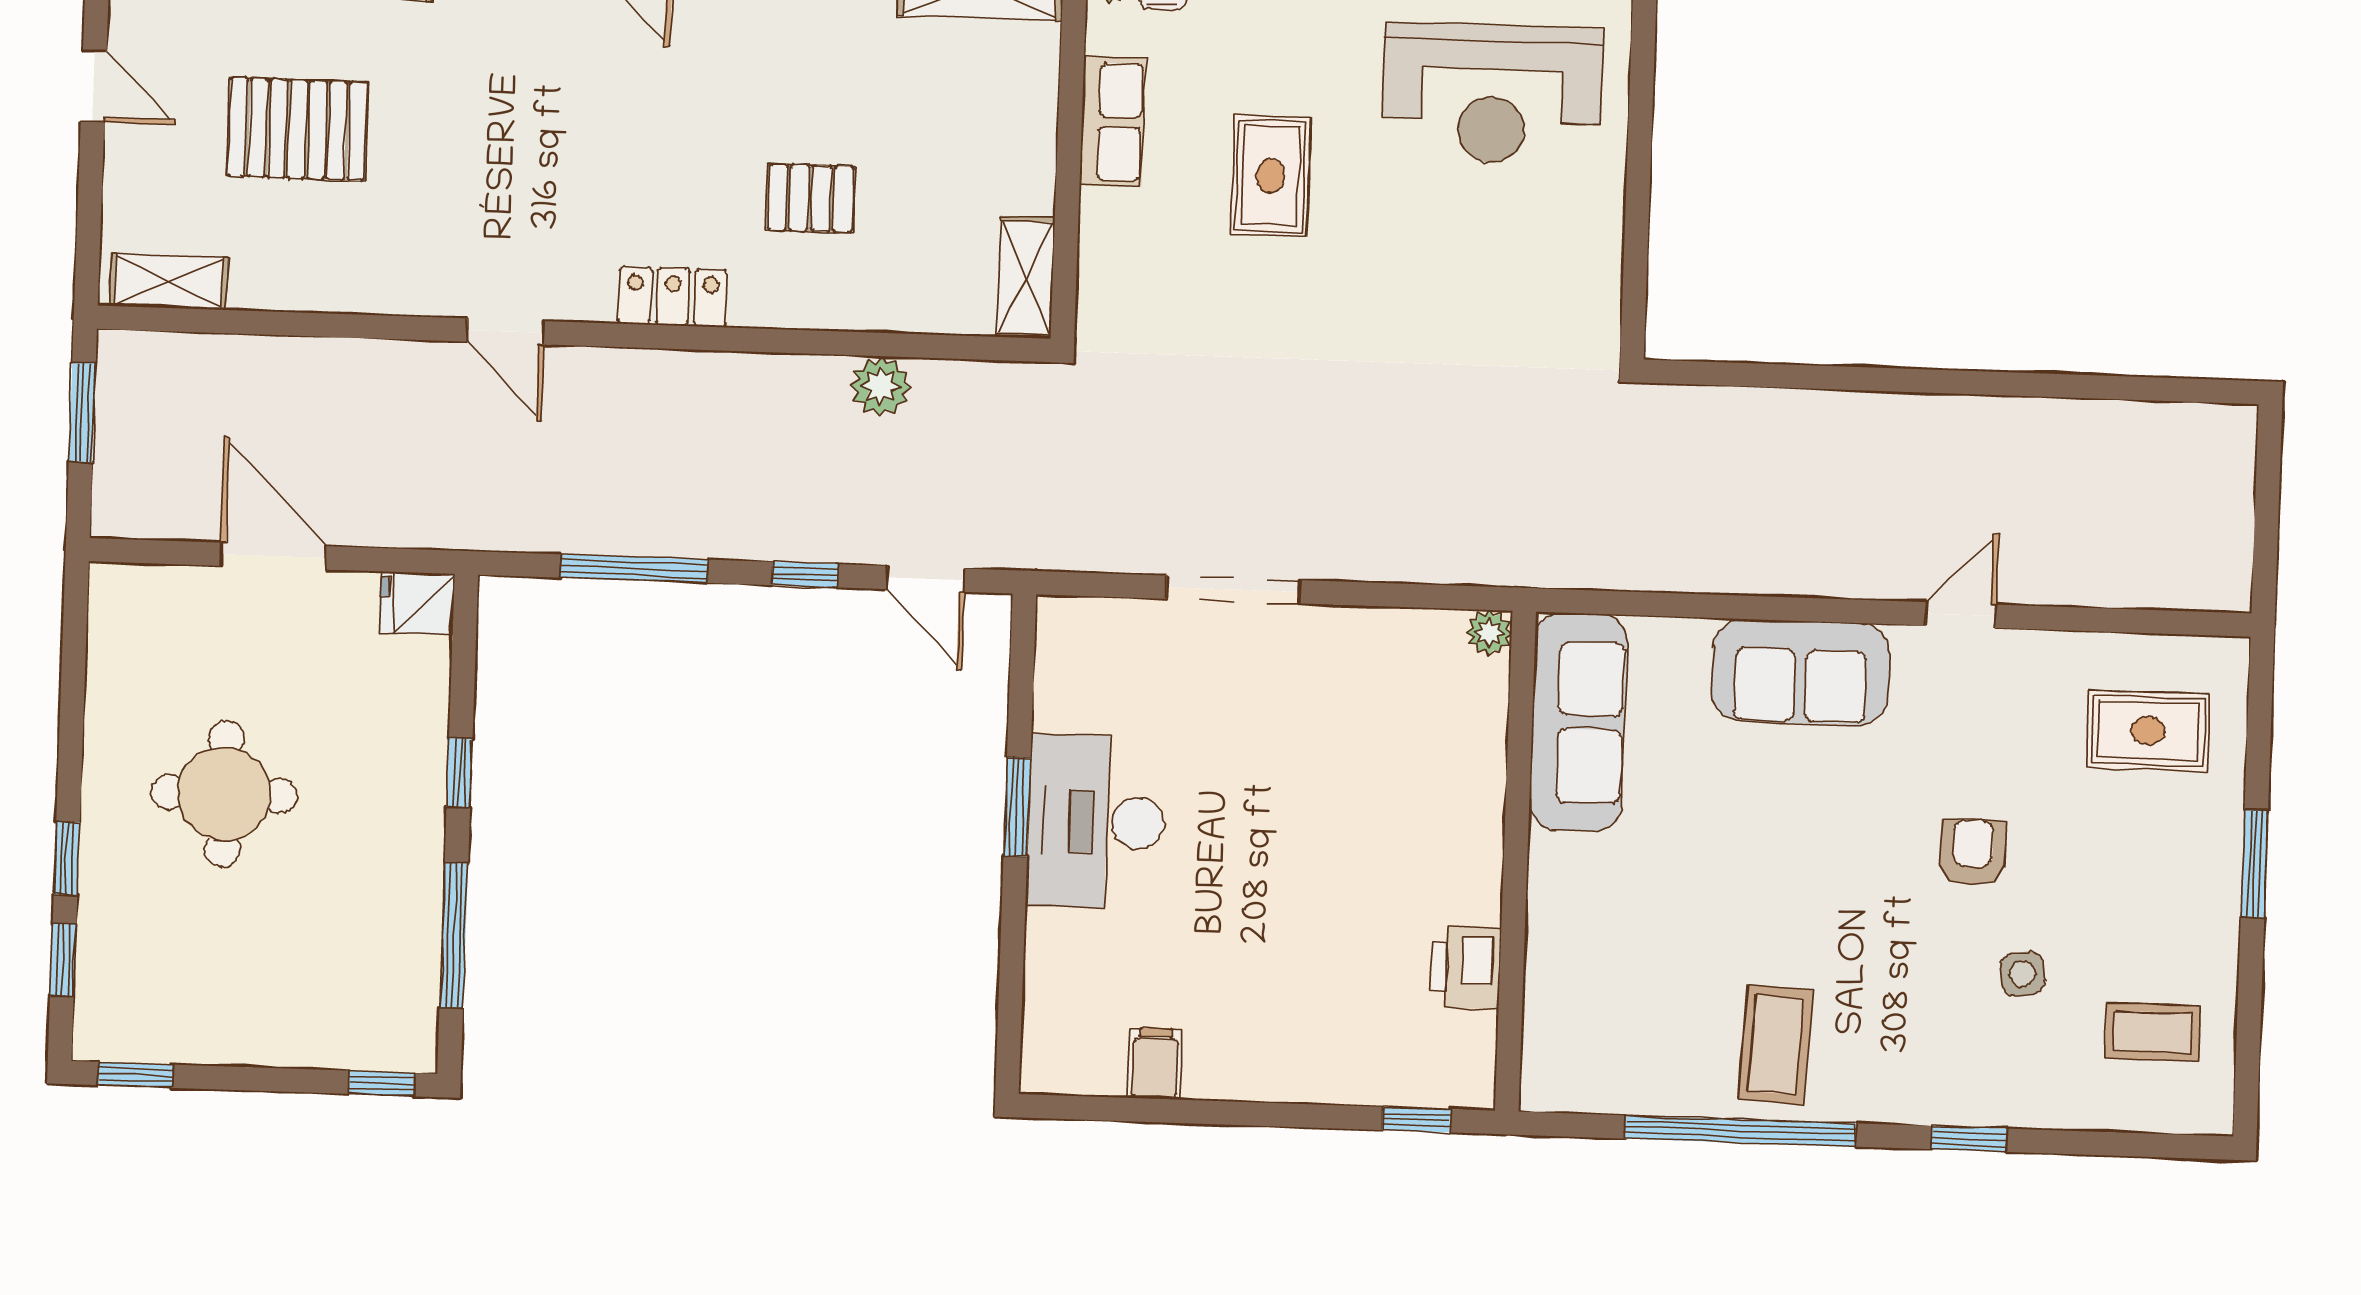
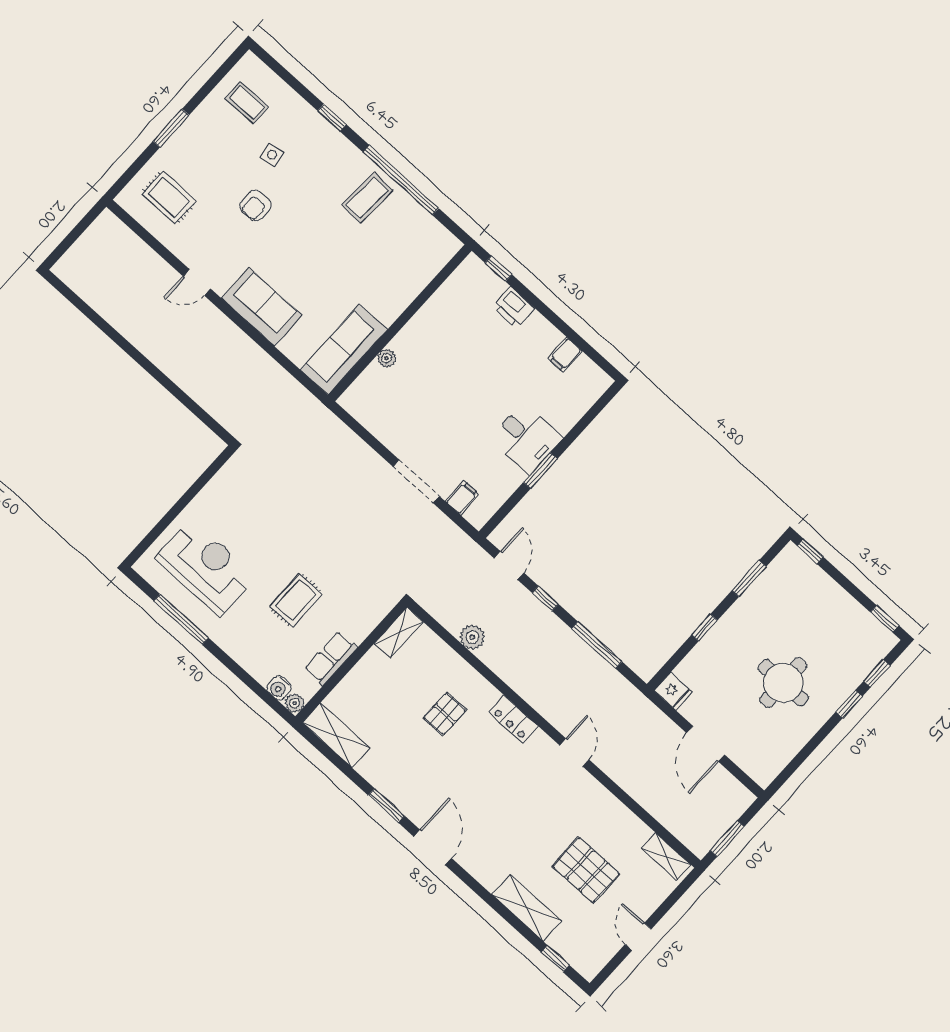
pallet: (810, 198) -> (445, 714), turned 90
filing cabinet: (1121, 632) -> (462, 498), added
plant: (1489, 633) -> (387, 358), moved
desk: (1096, 822) -> (526, 438), width x0.73
window: (454, 935) -> (749, 579), width x0.69
printer: (1466, 967) -> (514, 307), moved, turned 90

